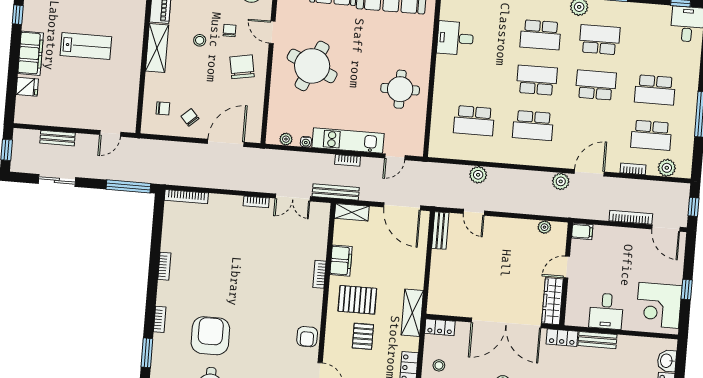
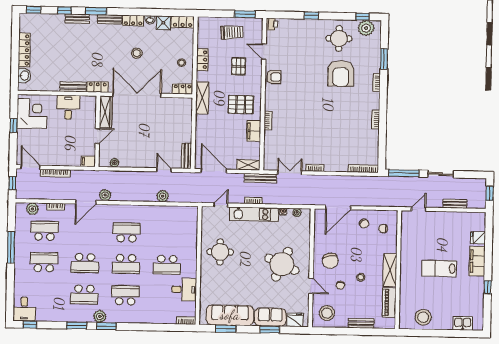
school desk: (474, 121) -> (167, 265), moved, turned 180
sliding door: (57, 180) -> (441, 174), moved
pallet: (363, 336) -> (238, 66), moved
armchair: (307, 337) -> (274, 77), turned 90

